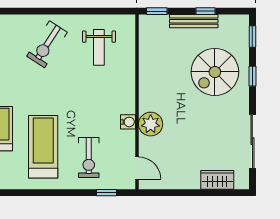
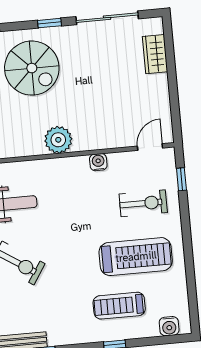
window: (252, 76) -> (49, 23), moved
plant: (151, 124) -> (58, 140), moved
treadmill: (43, 147) -> (136, 257), turned 180

